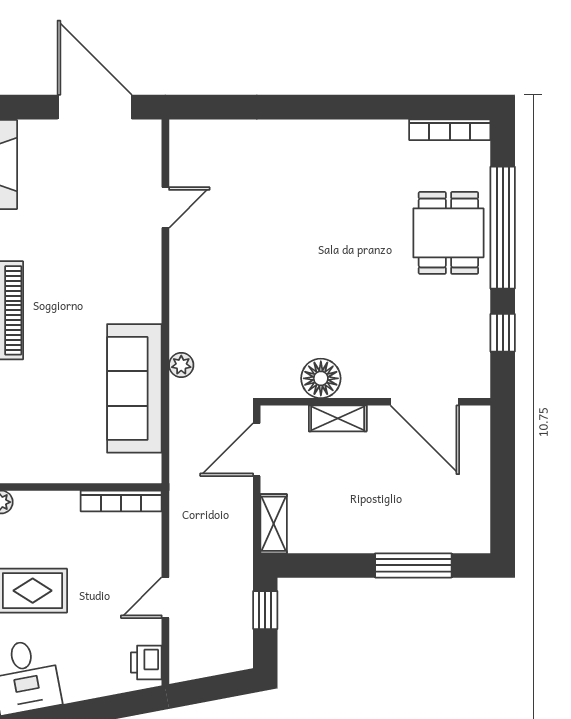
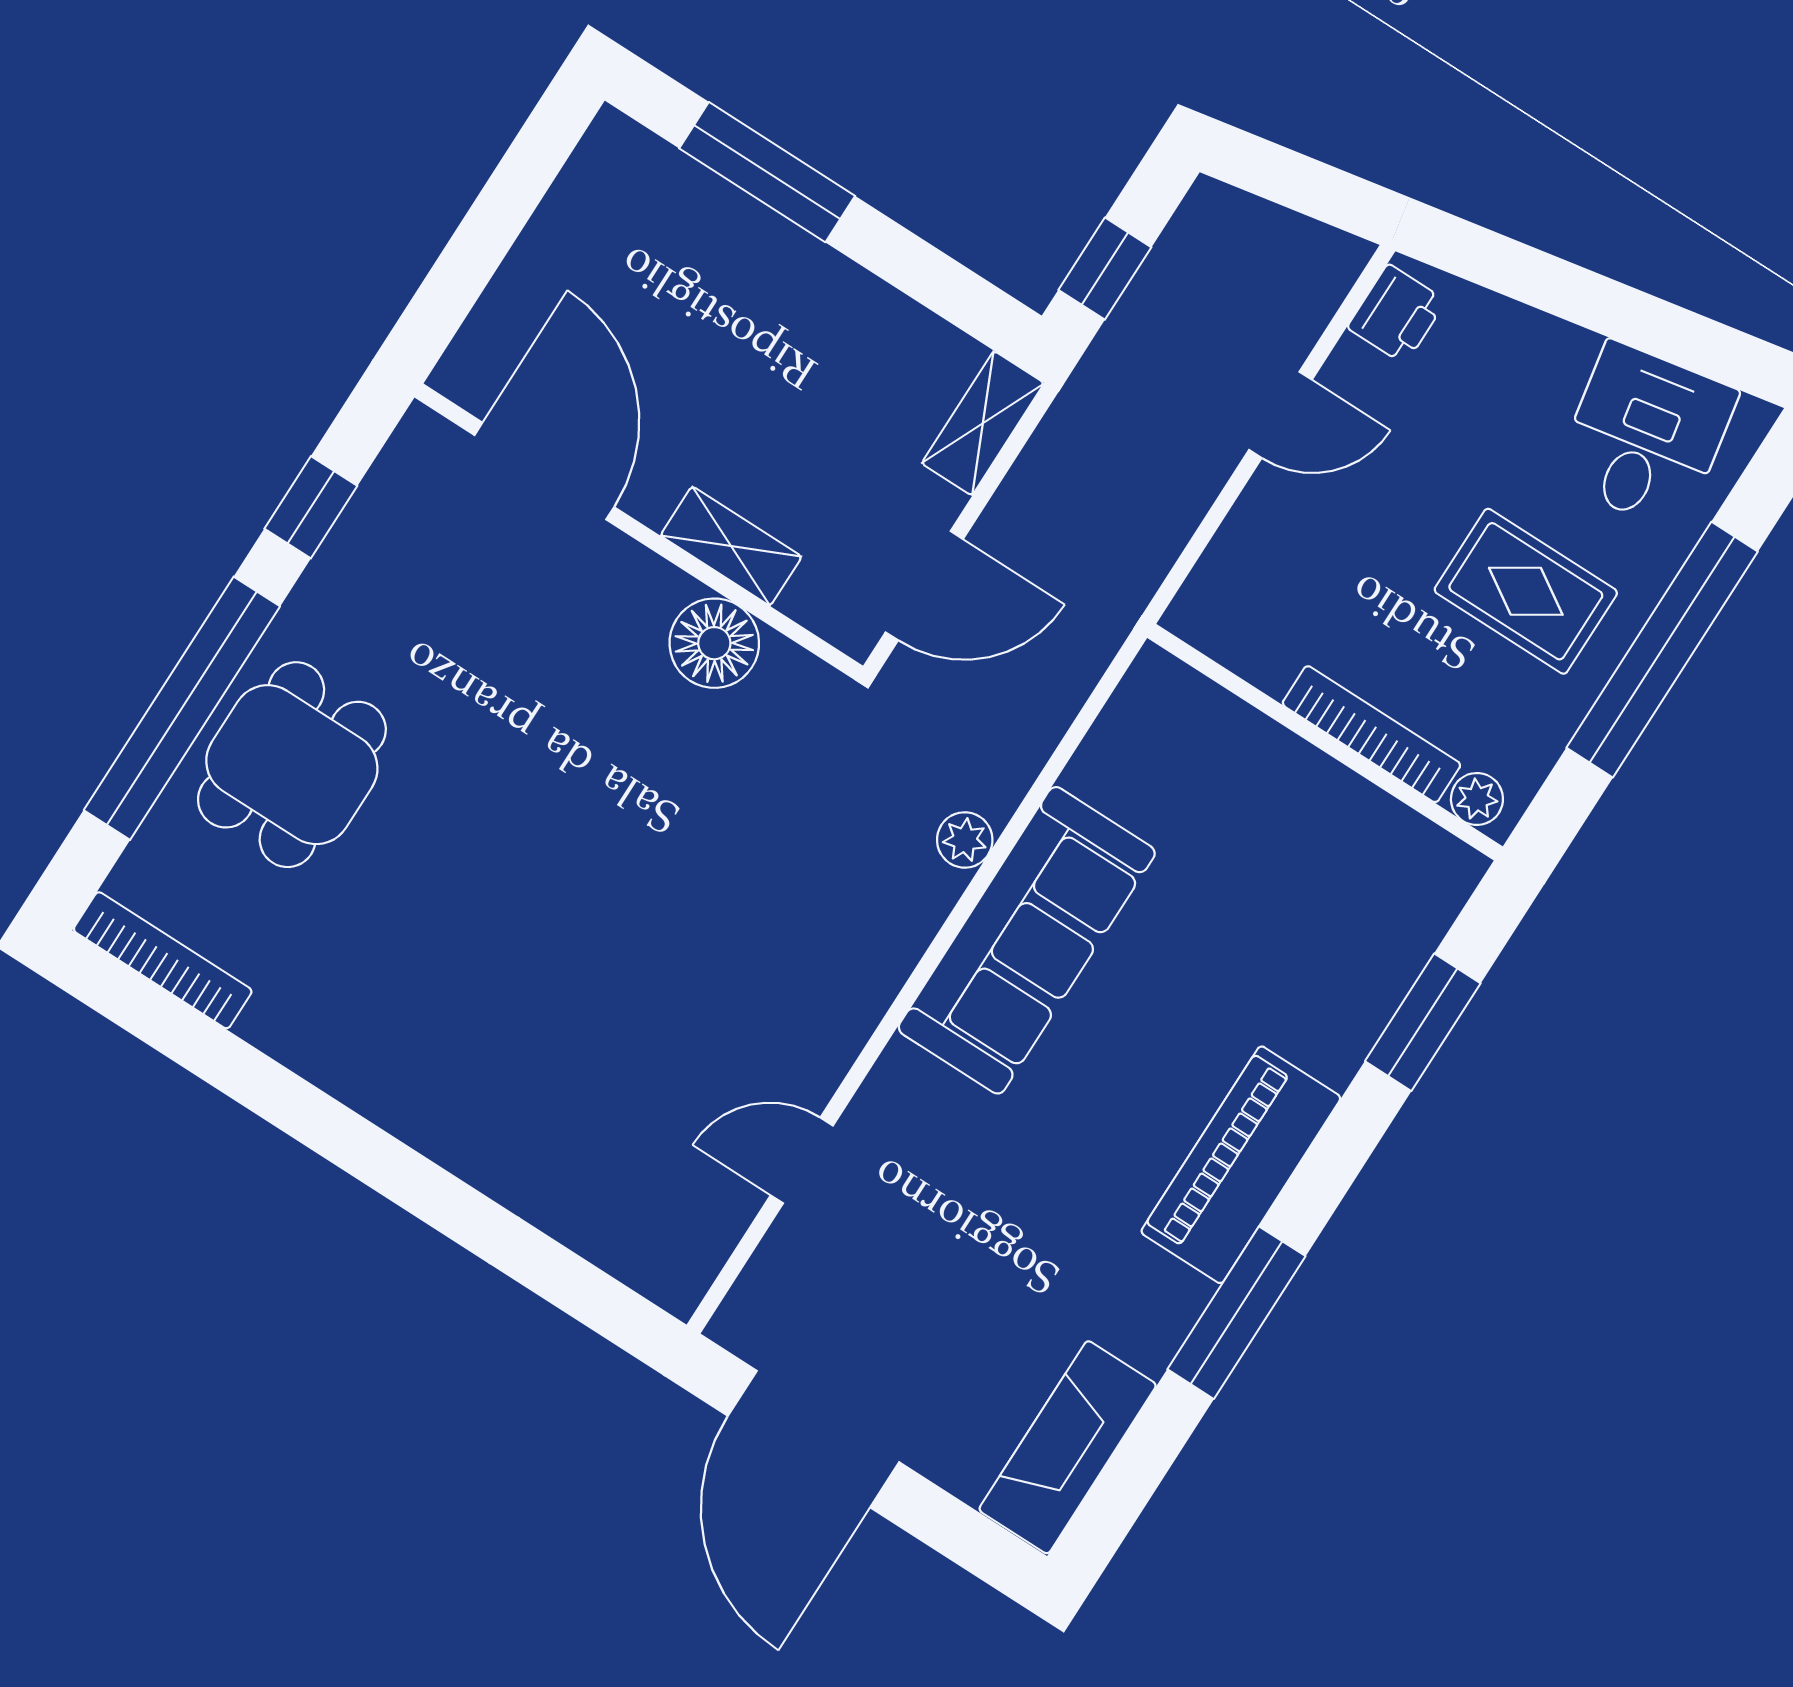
sofa: (134, 388) -> (1027, 940), moved
bookcase: (121, 501) -> (1371, 734), moved

